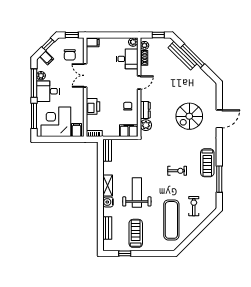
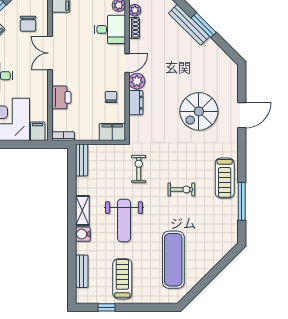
window: (193, 56) -> (204, 25), width x0.69
plant: (146, 125) -> (137, 81), moved
weight bench: (137, 192) -> (124, 220), turned 180
exercise bike: (194, 206) -> (139, 169), moved

